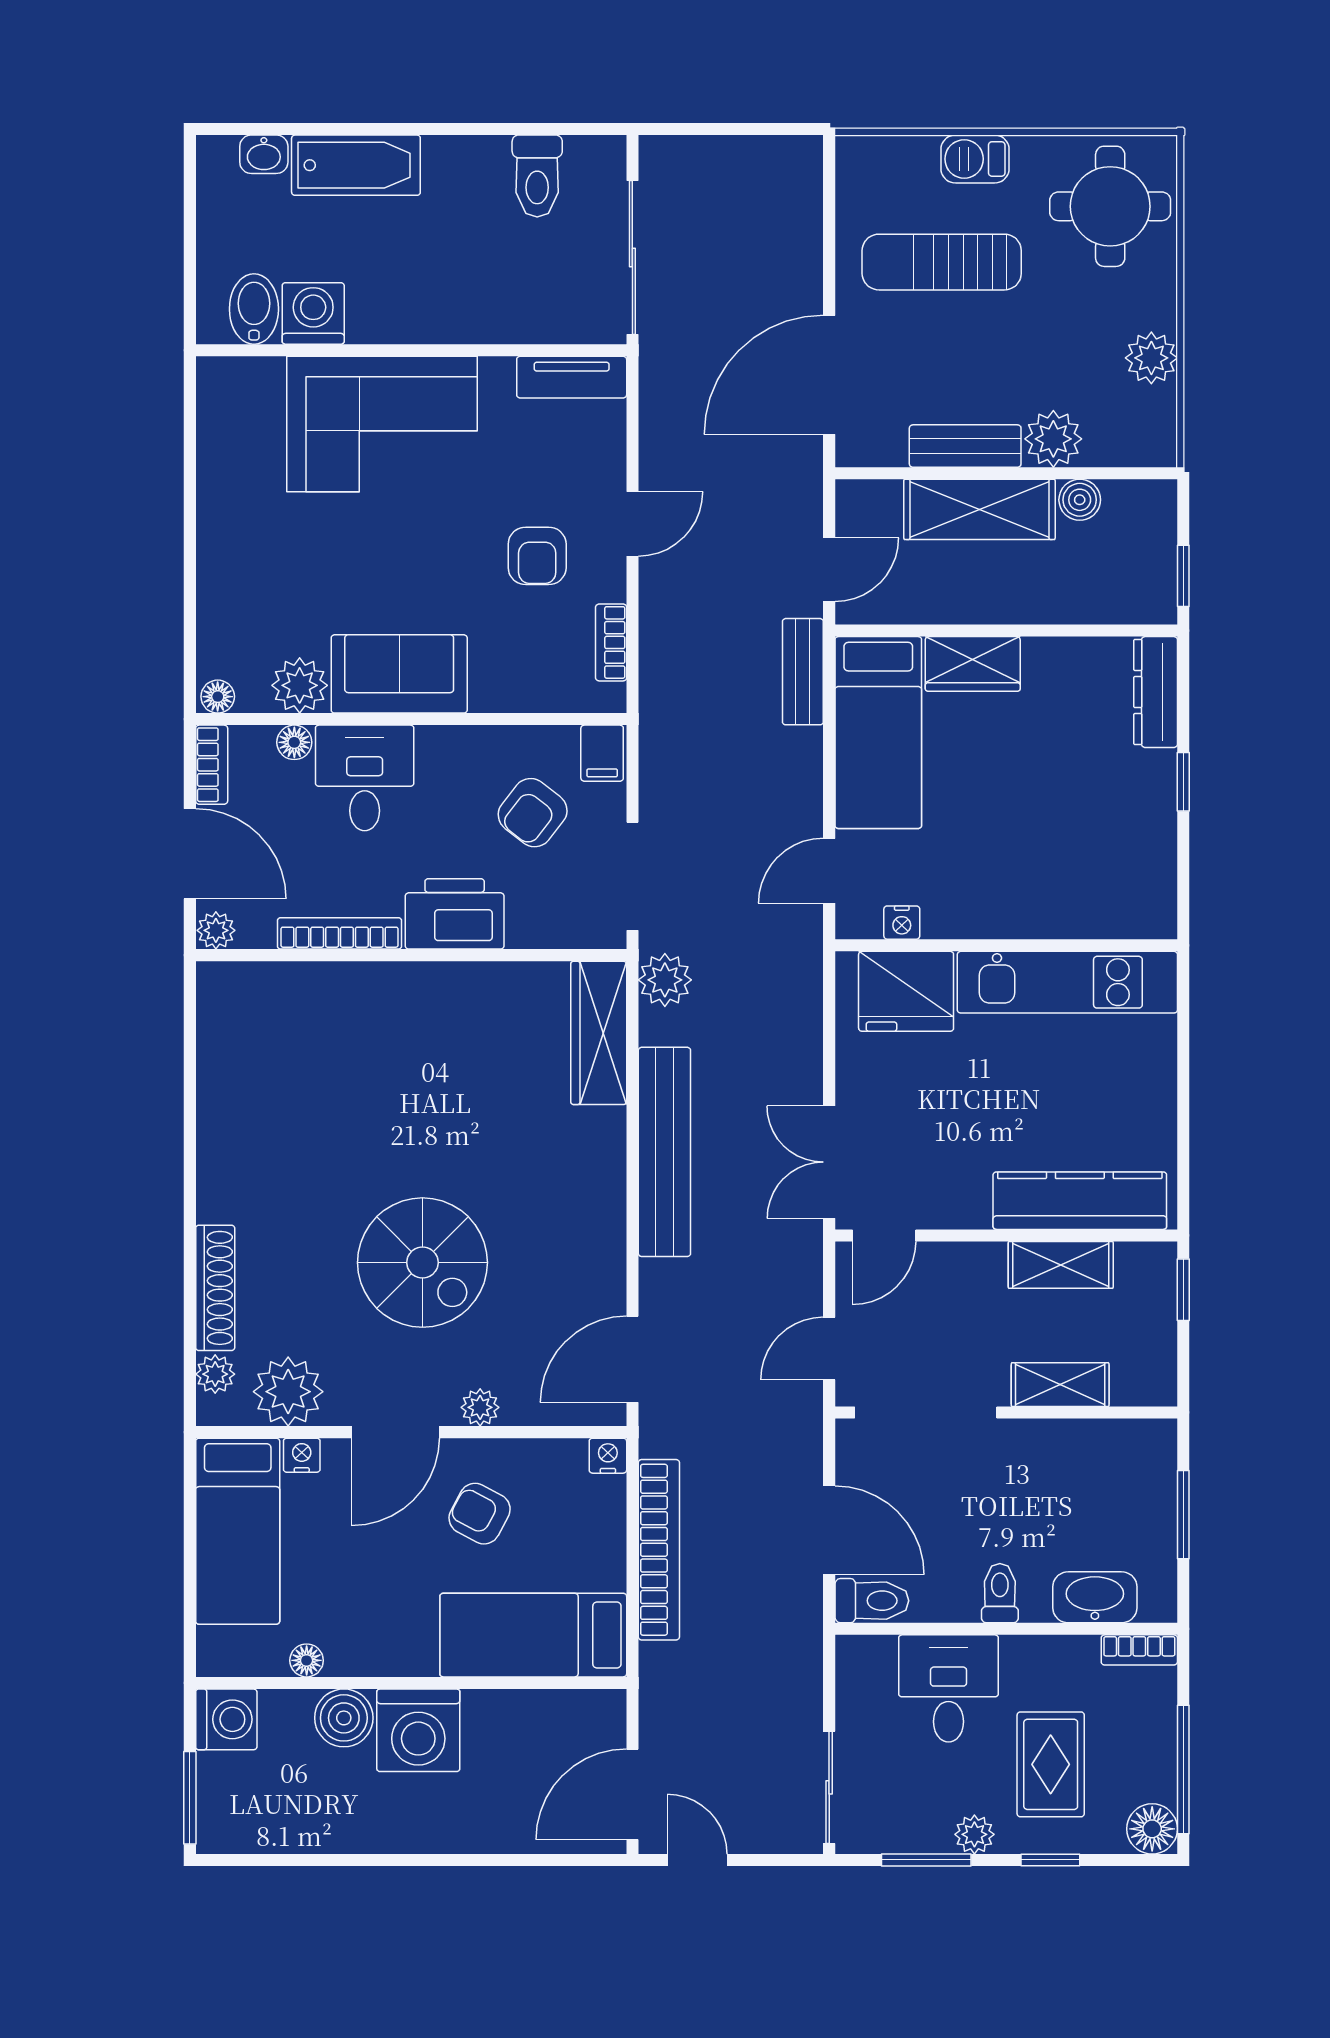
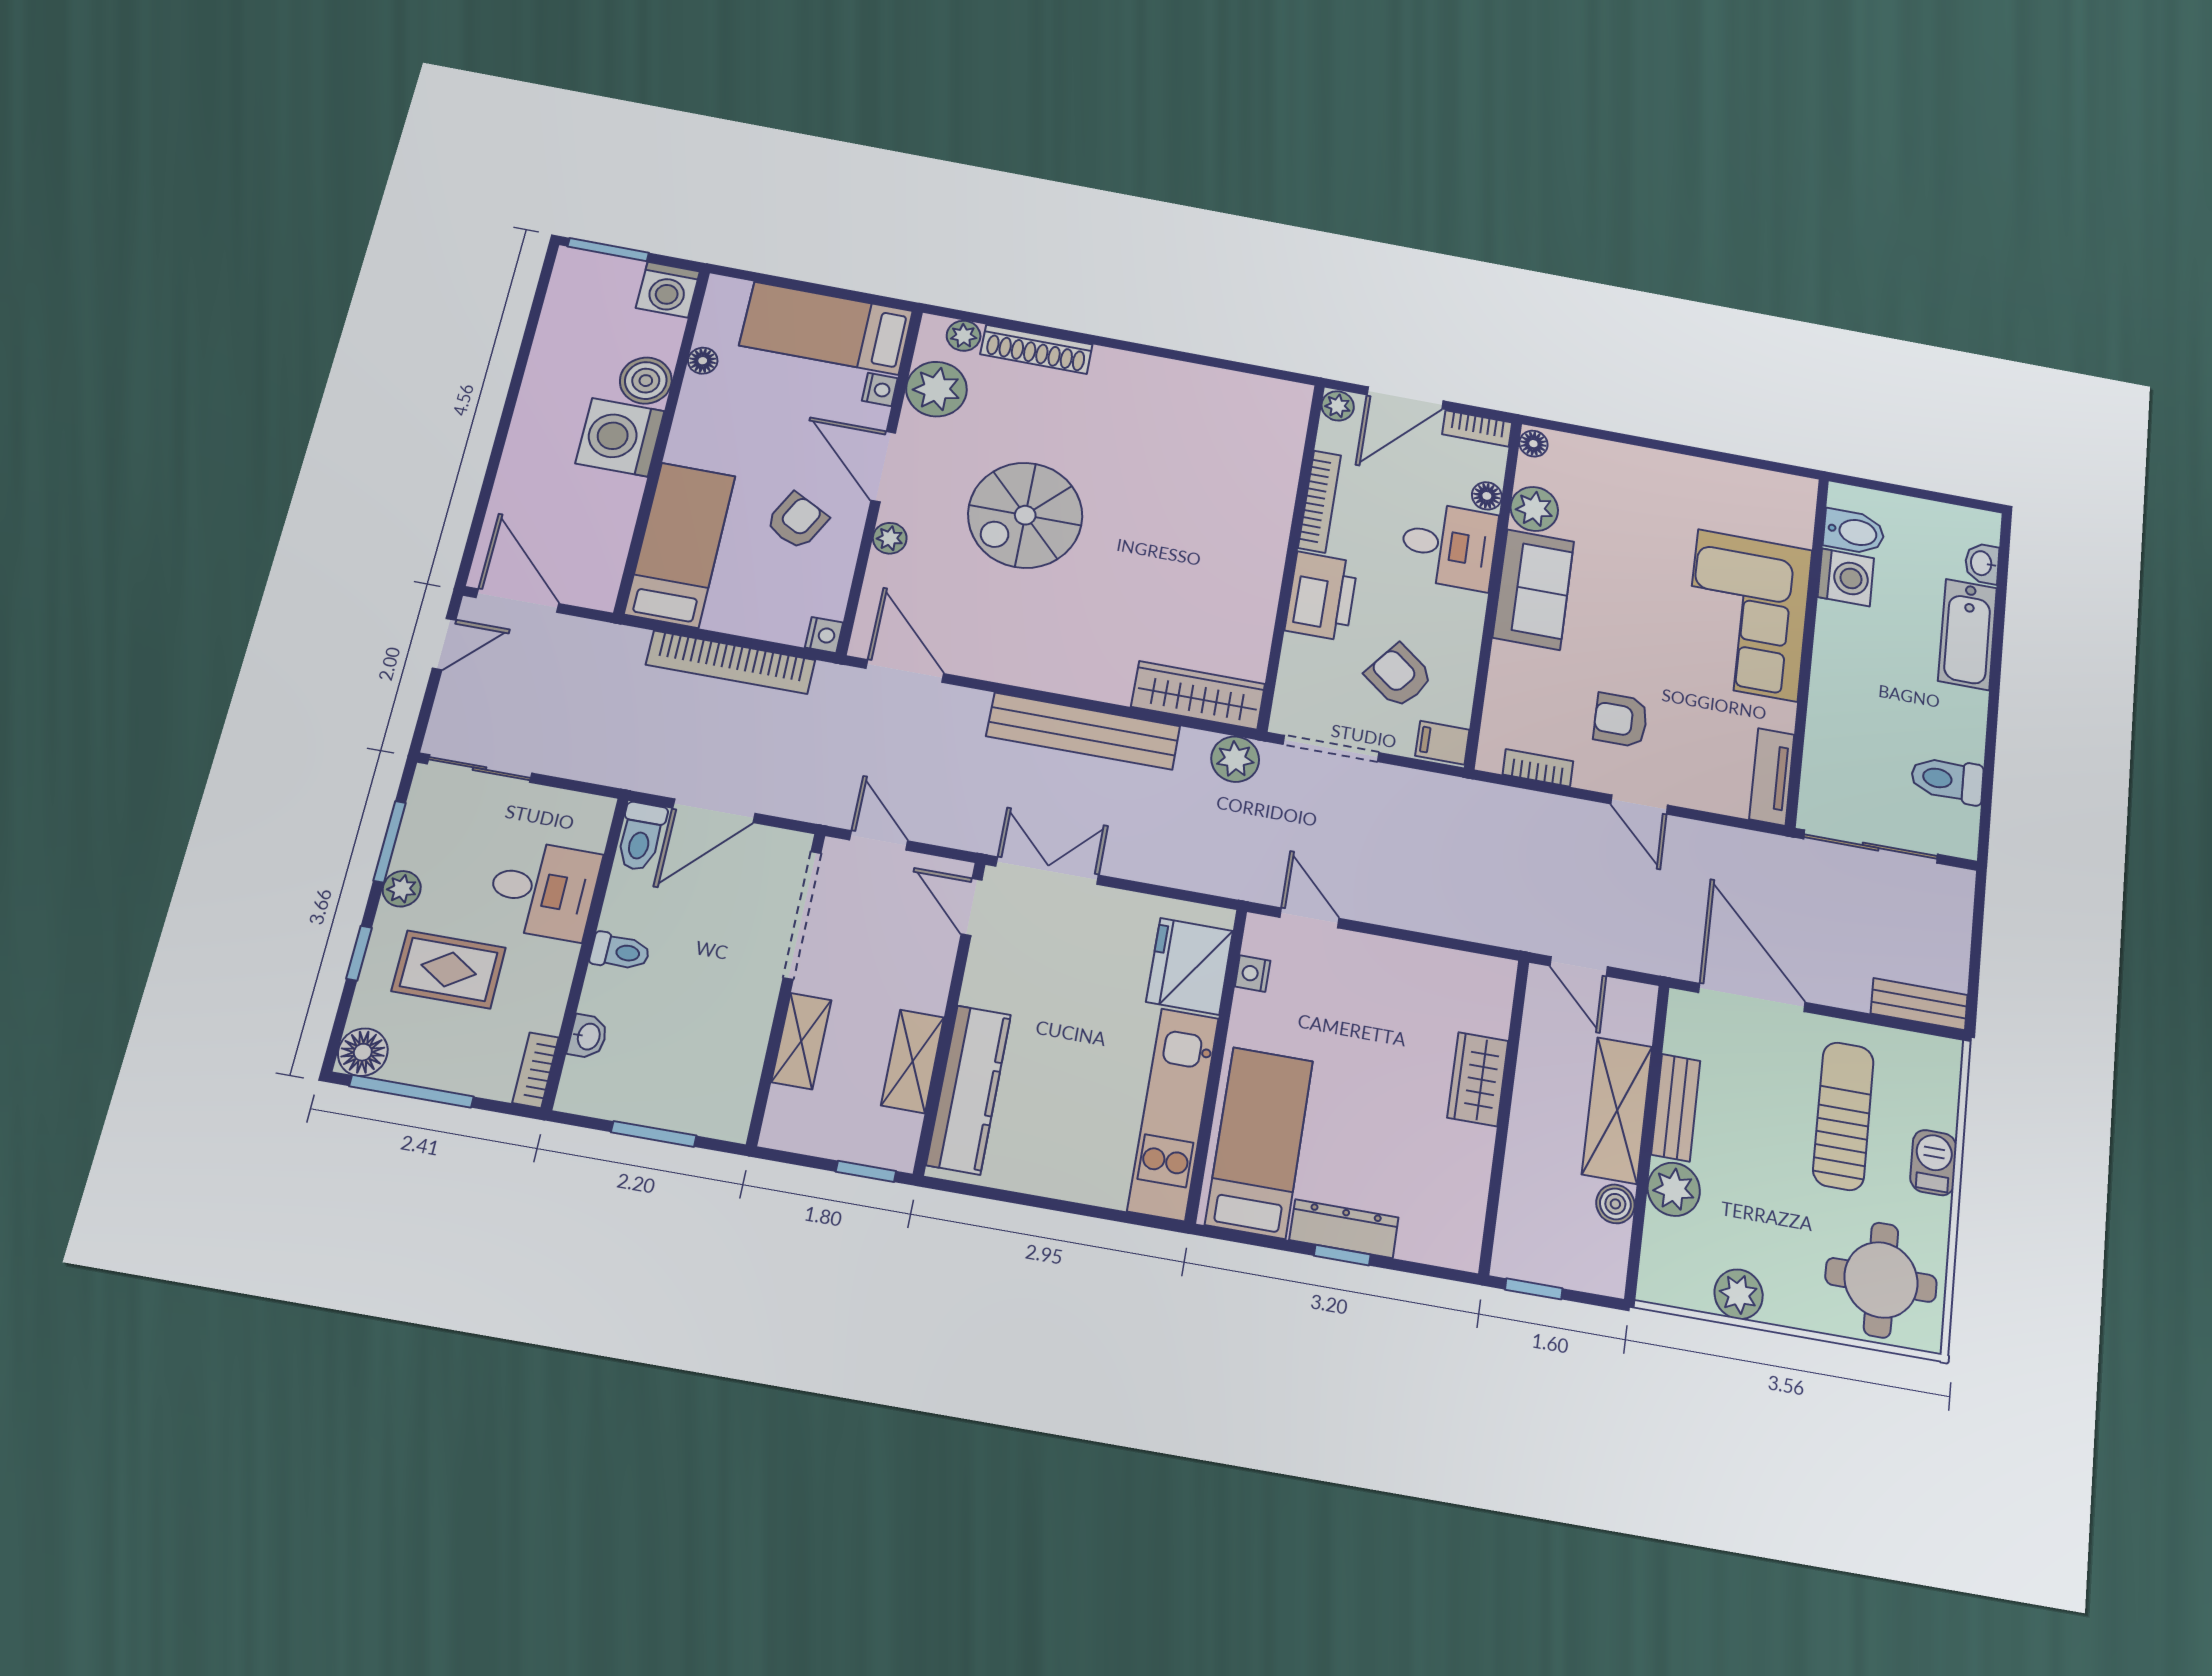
bench: (803, 672) -> (1919, 1004), moved
dresser: (1156, 692) -> (1344, 1229), moved
bed: (878, 733) -> (1259, 1142), moved, turned 90
washbasin: (1095, 1597) -> (588, 1036), width x0.52, depth x0.69

